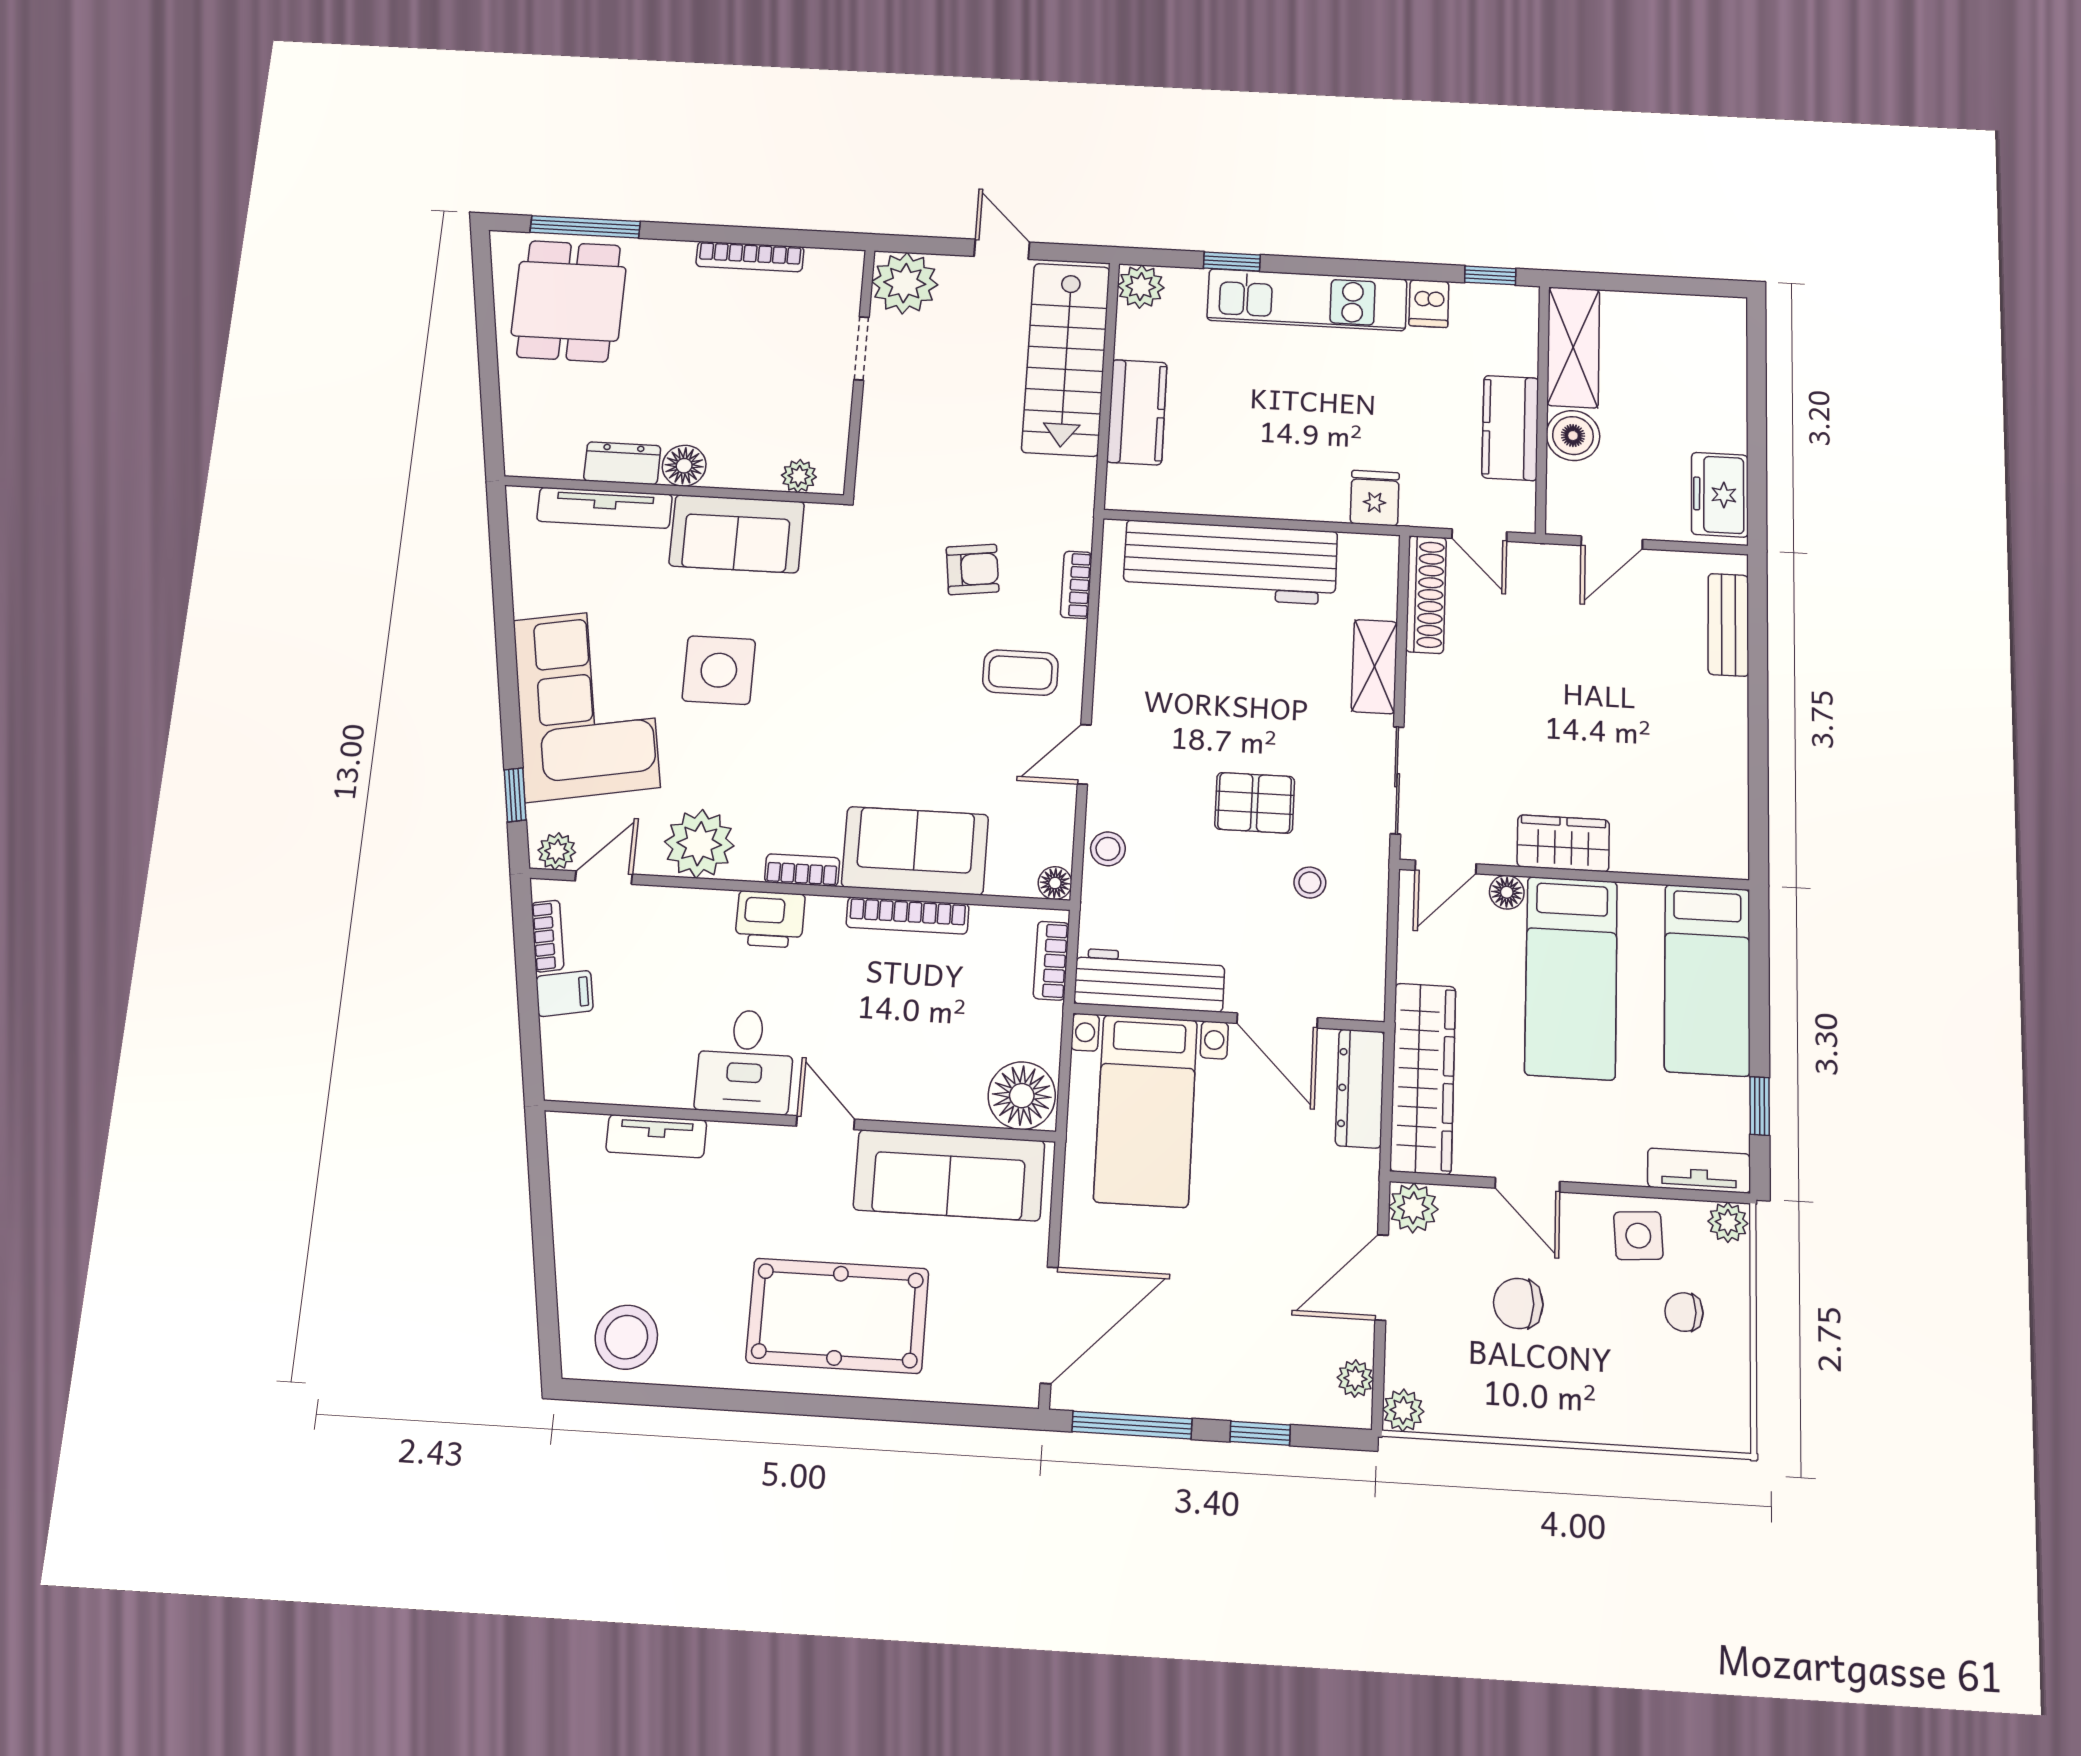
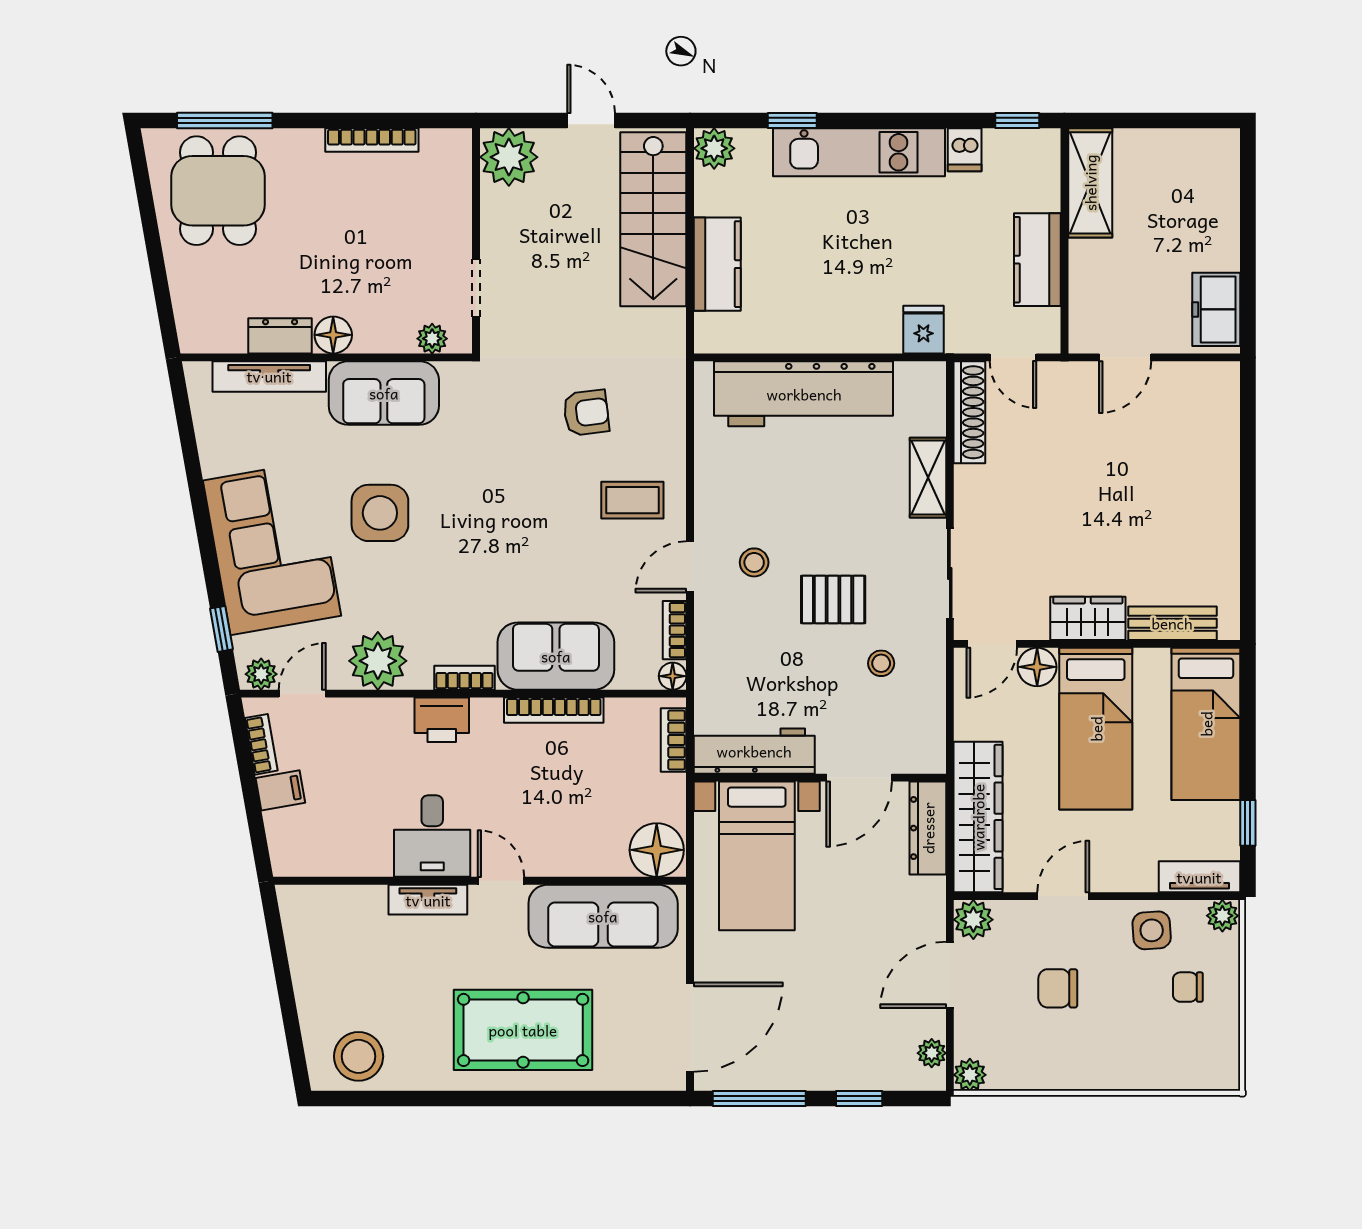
doorway: (861, 348) -> (476, 288), moved
boiler: (1573, 436) -> (1091, 264), removed
bookcase: (1076, 585) -> (674, 630), moved
bench: (1728, 625) -> (1172, 623), moved, turned 90
stool: (1108, 849) -> (754, 562), moved
floor lamp: (1507, 892) -> (1037, 667), width x1.37, depth x1.37
door: (1277, 1021) -> (859, 778), hinge flipped
tv unit: (656, 1136) -> (428, 900), moved
door: (1527, 1185) -> (1063, 896), swing flipped

